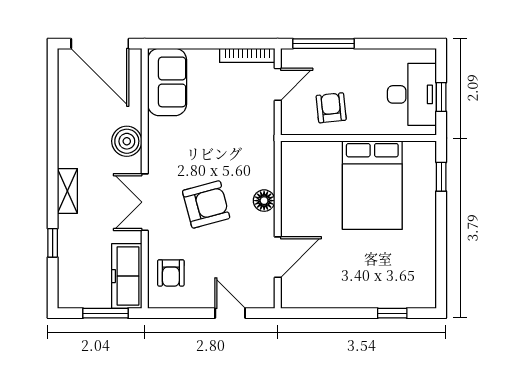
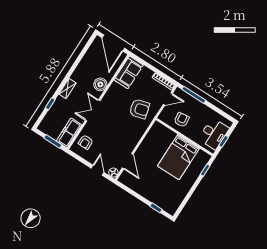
floor lamp: (264, 201) -> (113, 173), moved
armchair: (206, 204) -> (139, 109), moved
door: (278, 257) -> (128, 161), hinge flipped

